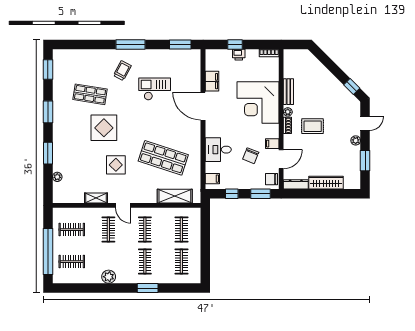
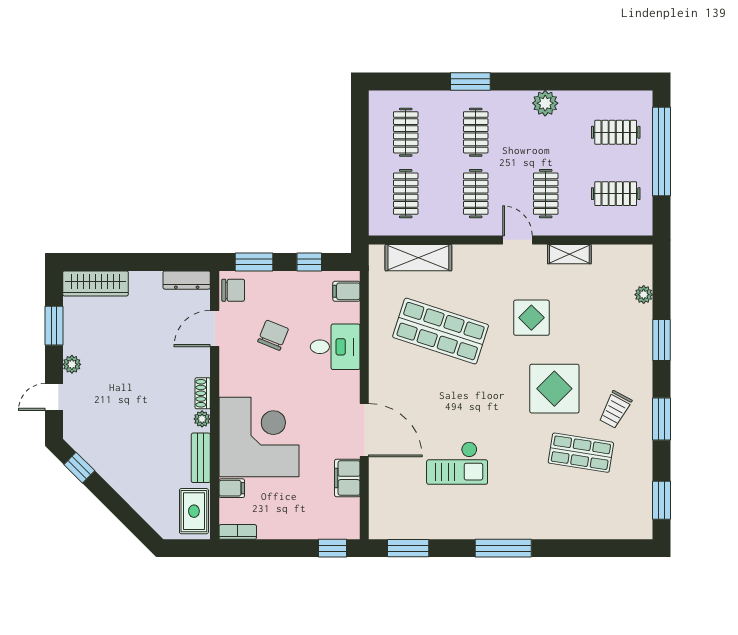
window: (235, 44) -> (332, 548), moved
printer: (239, 55) -> (296, 529), removed
trolley: (122, 71) -> (615, 410), moved
rug: (313, 126) -> (194, 511), moved, turned 90
filing cabinet: (272, 144) -> (232, 488), moved
wardrobe: (326, 183) -> (95, 283), moved

